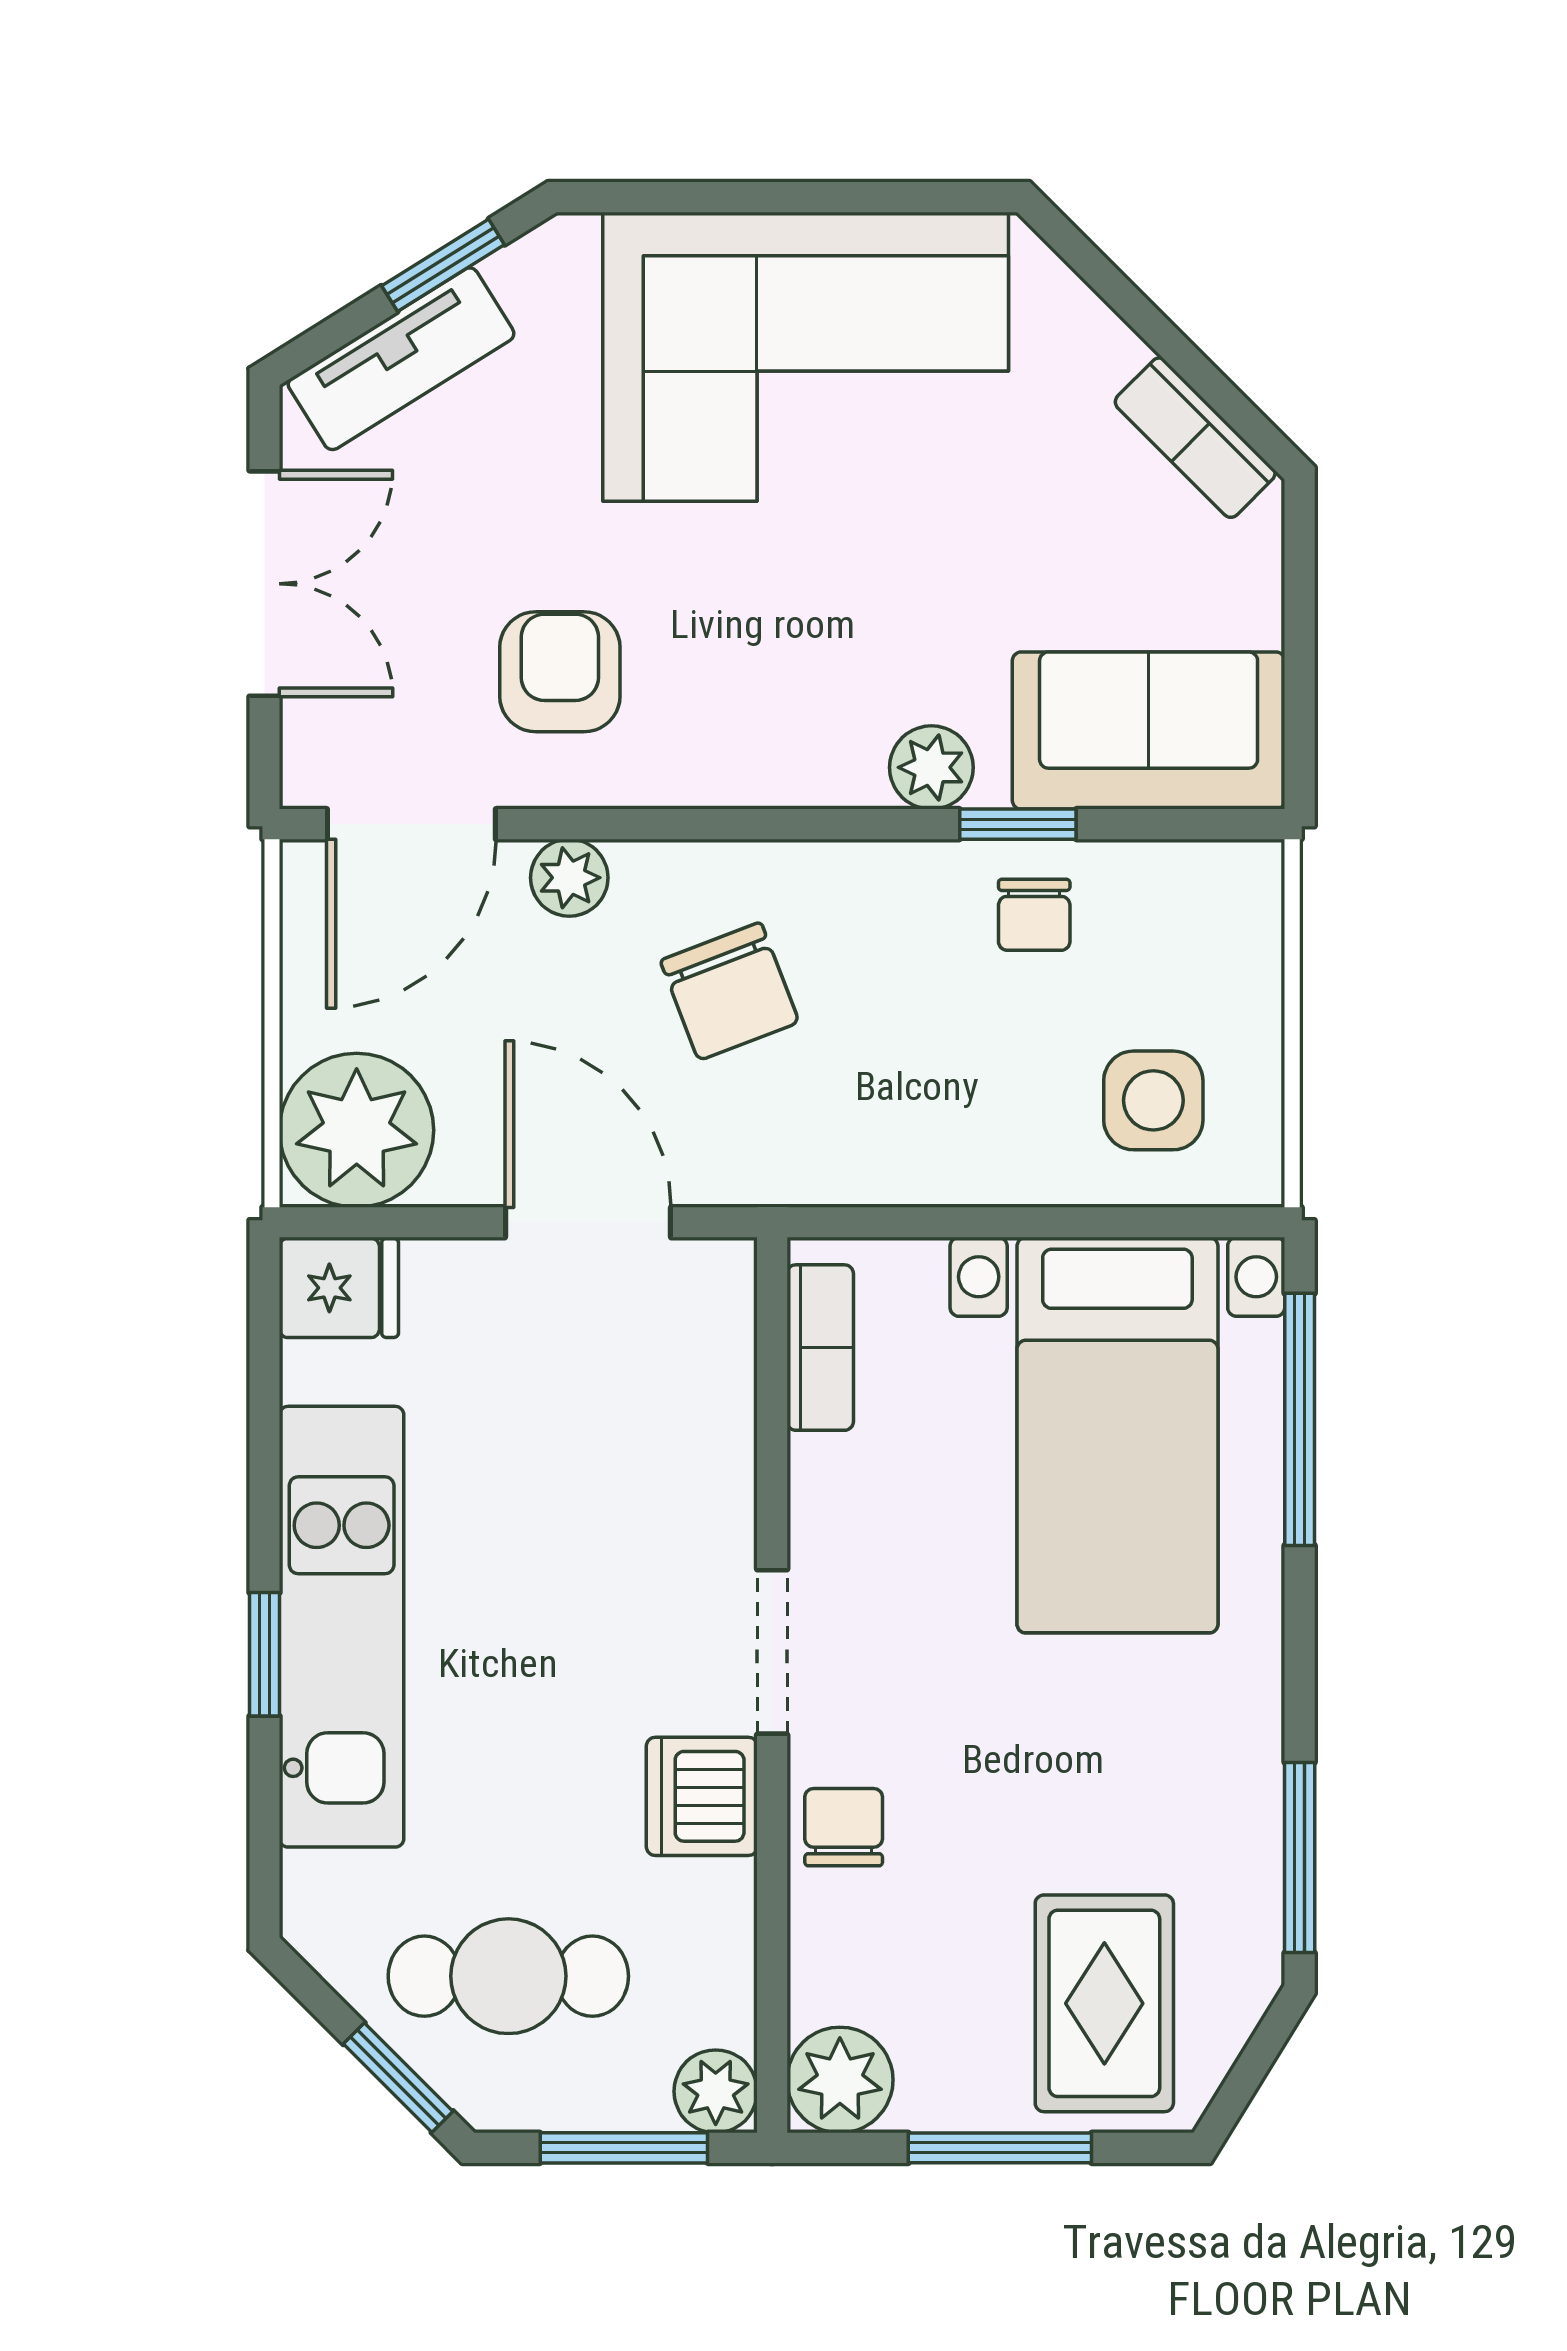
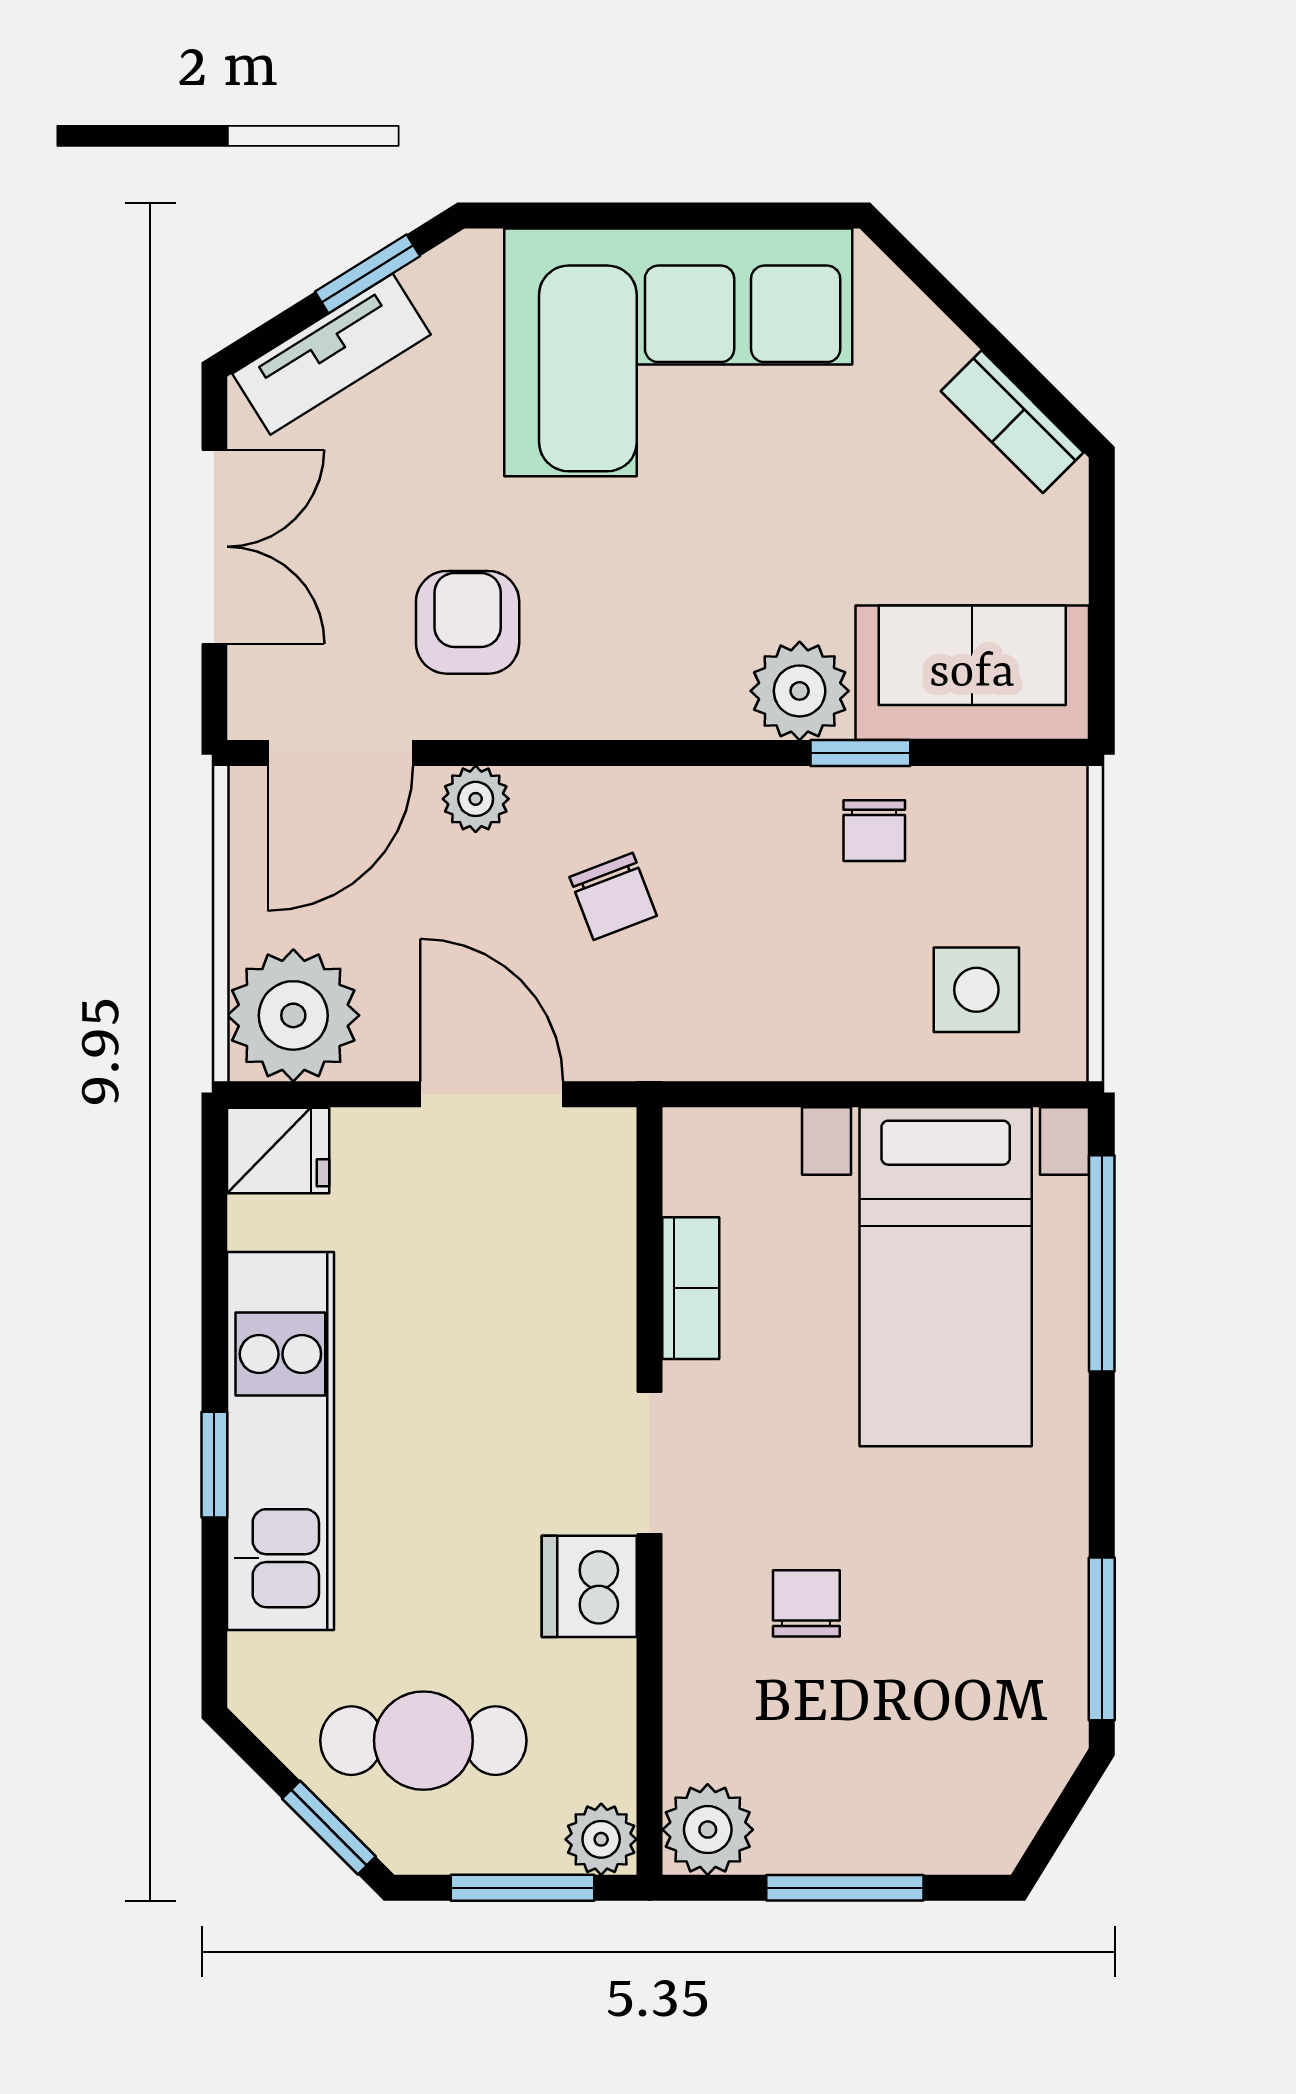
plant: (931, 767) -> (800, 691), width x1.38, depth x1.38
chair: (730, 991) -> (613, 896), width x0.73, depth x0.73
bookcase: (820, 1348) -> (691, 1288), moved
chair: (844, 1827) -> (806, 1603), moved
rug: (1104, 2003) -> (934, 1764), removed

